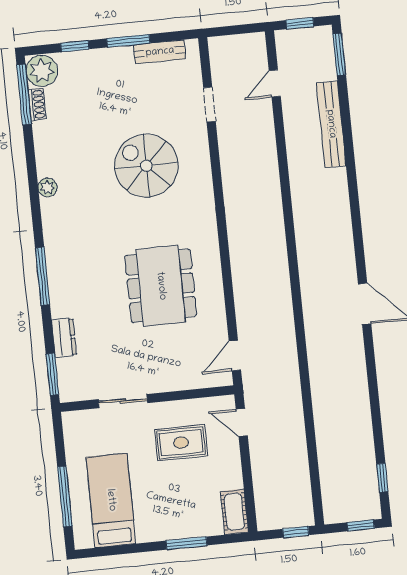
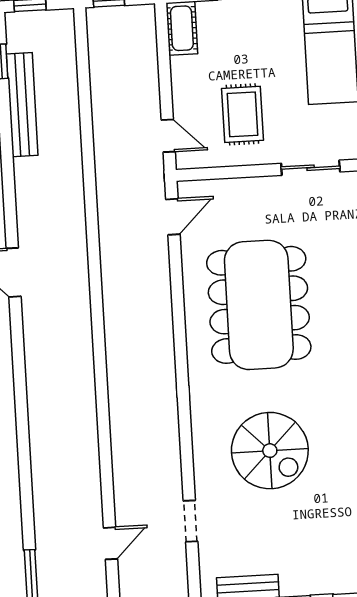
bench: (331, 124) -> (22, 105), moved
dining table: (161, 286) -> (259, 305), width x1.36, depth x1.24
rug: (181, 443) -> (243, 114), turned 90

